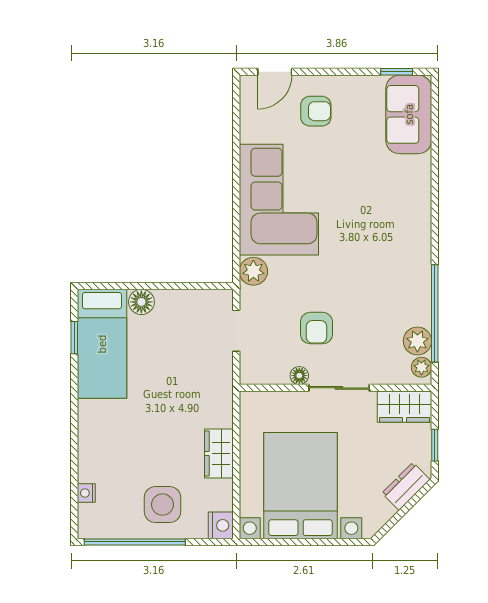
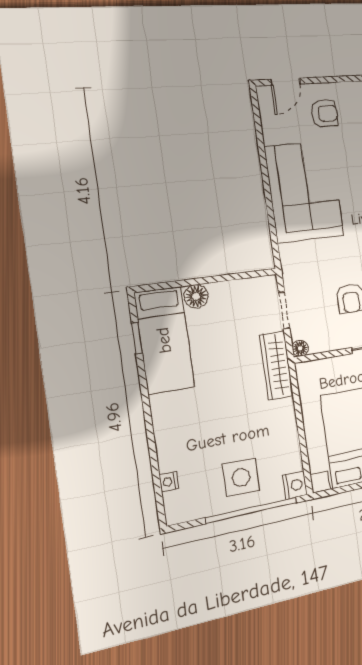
plant: (253, 271) -> (292, 256), removed
floor lamp: (299, 376) -> (300, 348), moved
wardrobe: (219, 453) -> (277, 365), moved, width x1.50
window: (135, 542) -> (251, 510), moved

